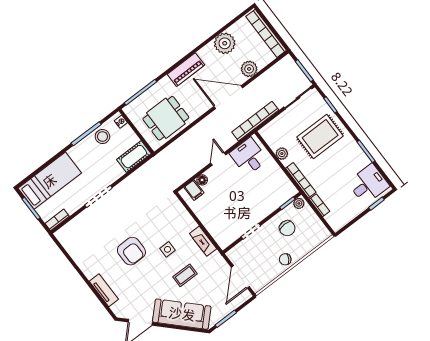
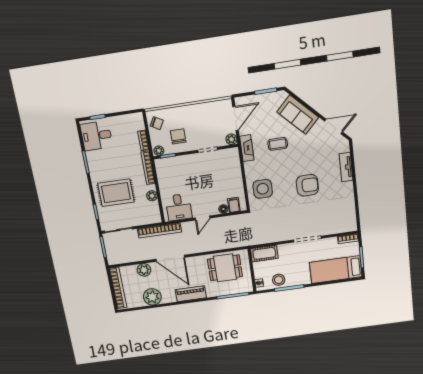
fireplace: (203, 241) -> (247, 148), moved
side table: (167, 249) -> (263, 189), moved, width x1.87, depth x1.87
armchair: (131, 251) -> (307, 185), turned 90
plant: (233, 255) -> (231, 139), added
chair: (285, 259) -> (157, 123), moved
sofa: (182, 314) -> (298, 115), width x0.73

